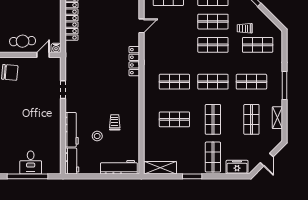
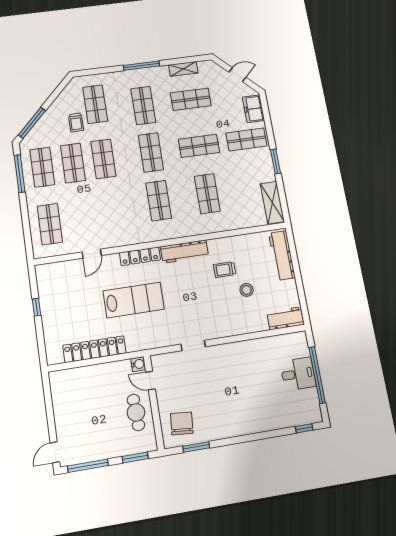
door: (141, 26) -> (92, 254), swing flipped
lab bench: (103, 52) -> (134, 300), added
workbench: (72, 130) -> (185, 252), moved, turned 180

